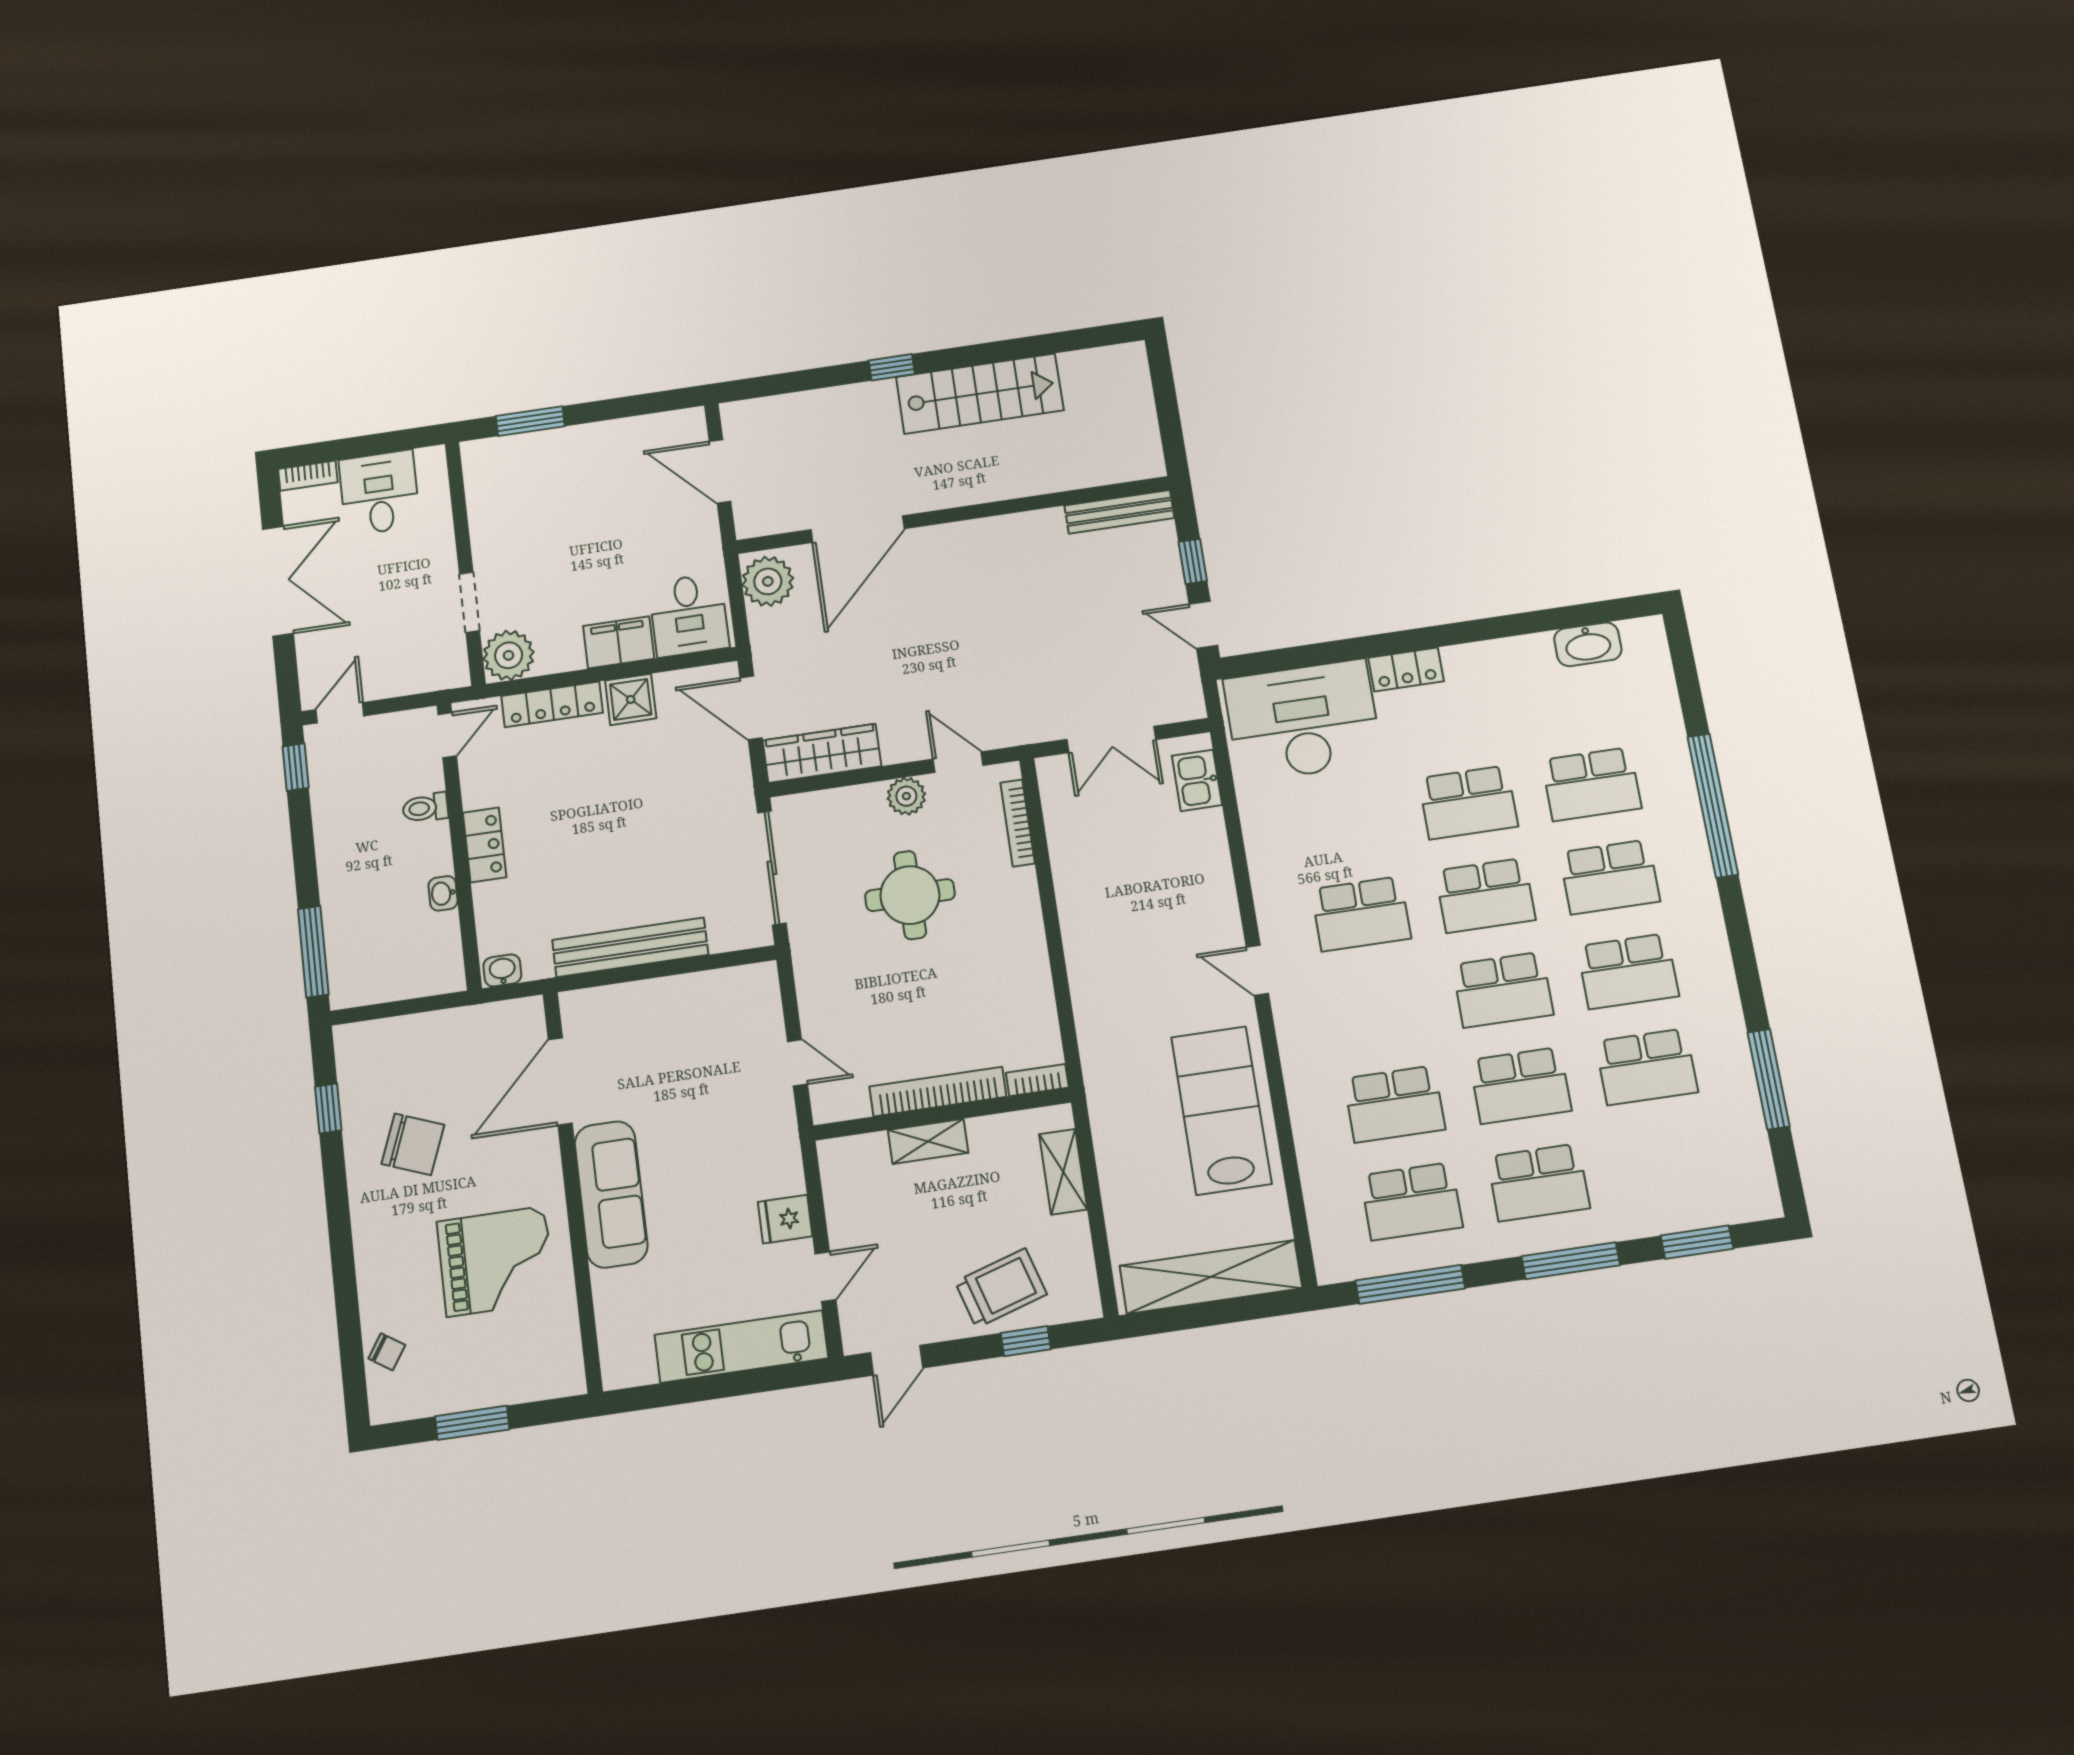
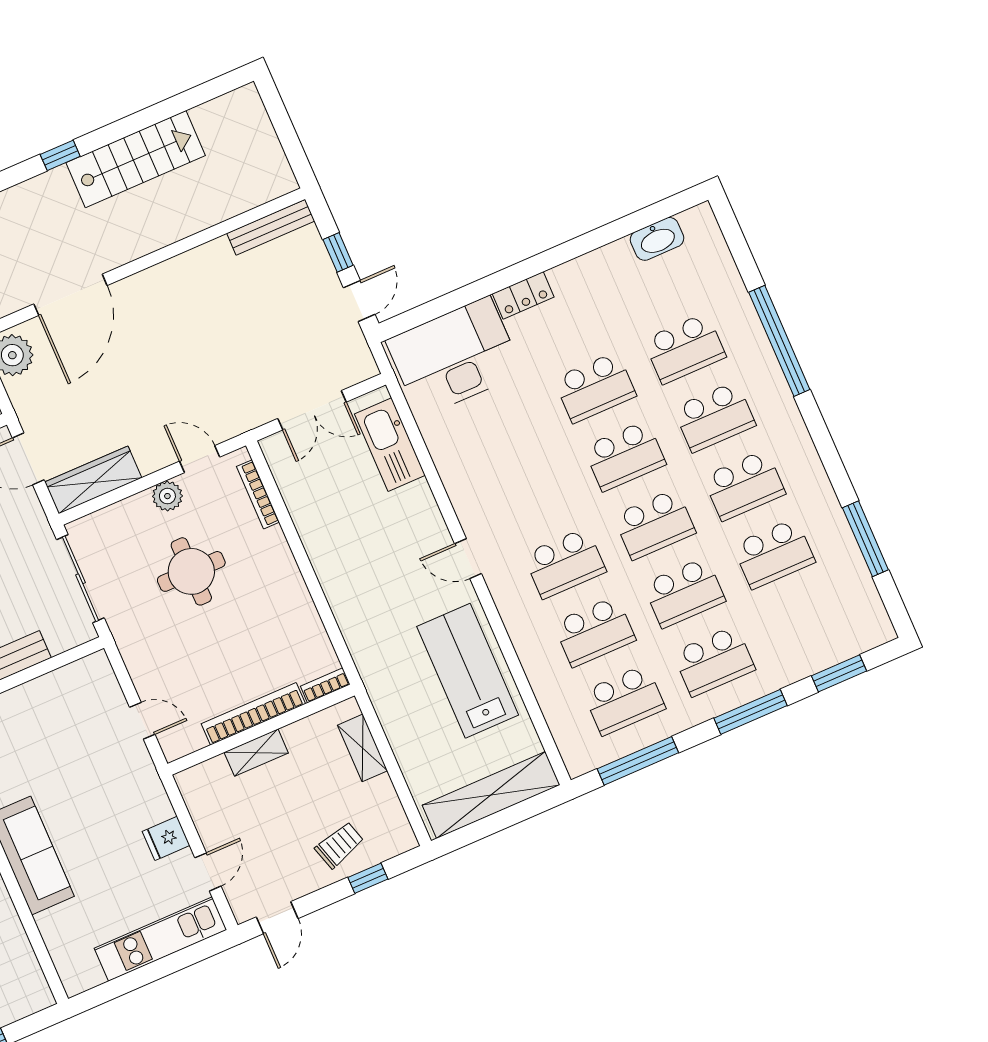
door: (1203, 625) -> (359, 301), swing flipped
kitchen sink: (1197, 780) -> (390, 445), width x1.88, depth x1.24
school desk: (1361, 914) -> (565, 563), moved
trolley: (1001, 1288) -> (339, 845), width x0.73, depth x0.72

